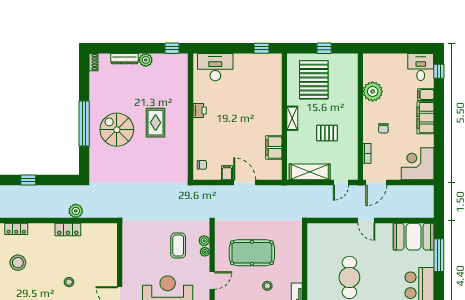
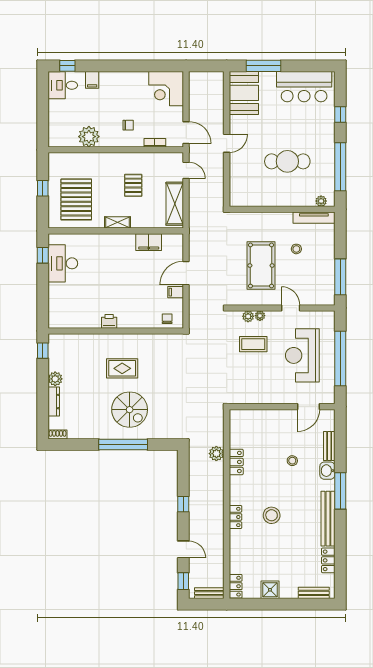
desk: (215, 67) -> (63, 263), moved
pallet: (314, 80) -> (76, 199), turned 90
filing cabinet: (425, 118) -> (117, 80), removed
spiral stairs: (117, 130) -> (130, 410), turned -90

